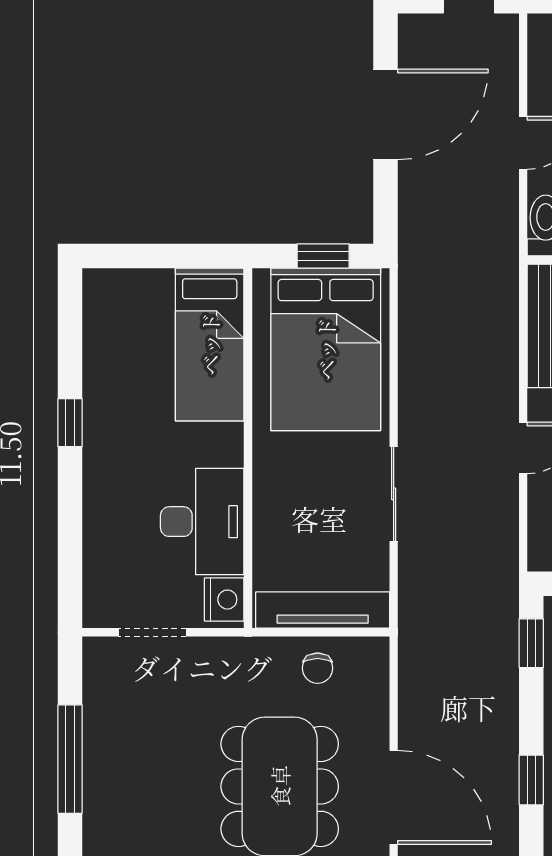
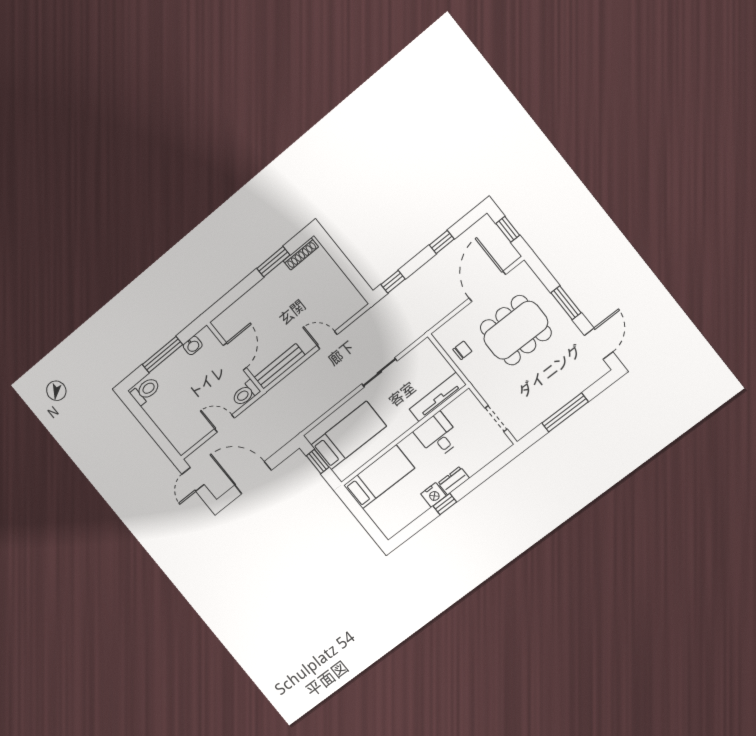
bed: (326, 349) -> (349, 436), width x0.67
dresser: (100, 472) -> (454, 481), added
desk: (202, 522) -> (438, 435), width x0.73
nightstand: (224, 600) -> (433, 495), moved, turned 180
tv unit: (323, 610) -> (438, 397), moved, turned 90

